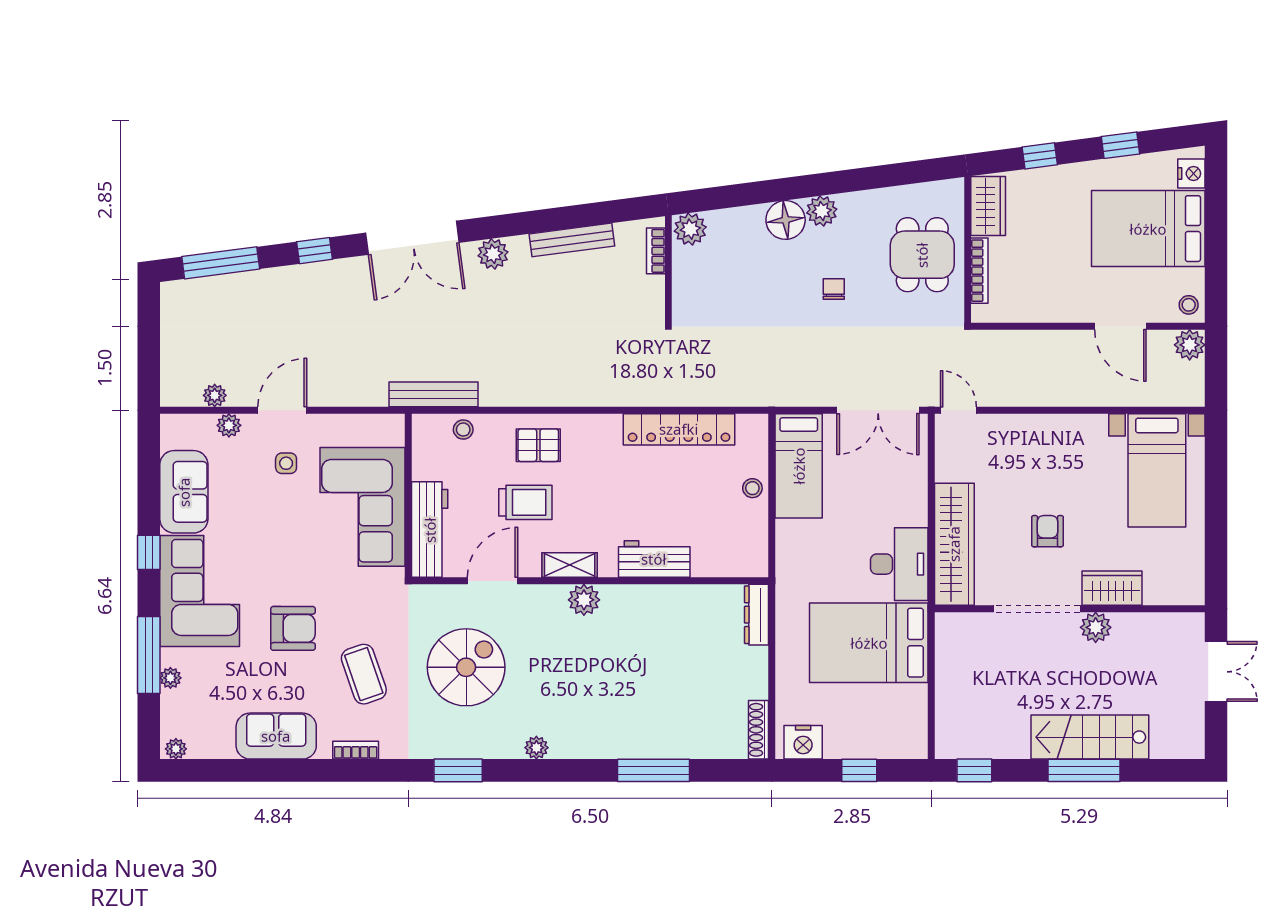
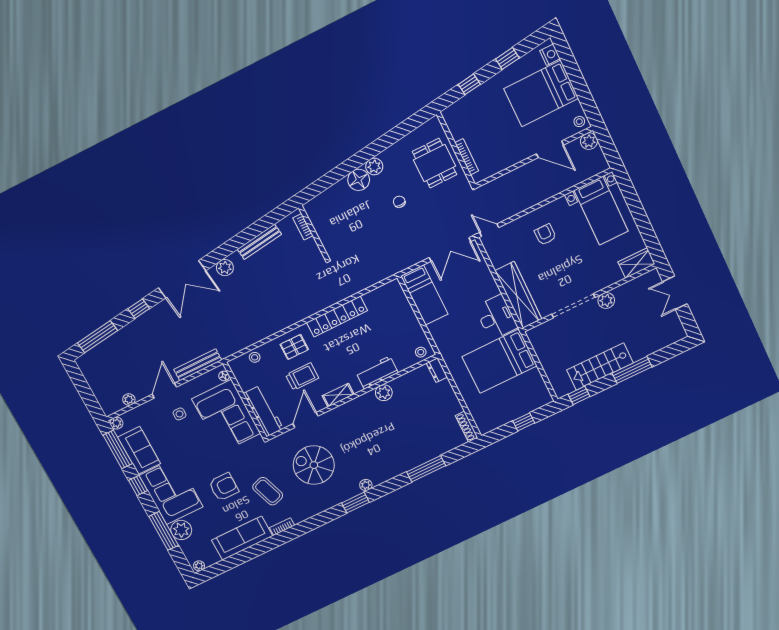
wardrobe: (988, 206) -> (456, 123), removed
plant: (690, 229) -> (314, 208), removed
bench: (434, 394) -> (198, 365), moved
plant: (229, 425) -> (117, 423), moved
locker: (679, 429) -> (337, 317), moved
floor lamp: (395, 436) -> (224, 376), added
window: (149, 472) -> (118, 449), added
stool: (752, 488) -> (421, 352), moved
armchair: (1047, 531) -> (545, 234), moved
wardrobe: (1112, 588) -> (636, 263), moved
plant: (584, 600) -> (384, 393), moved
dresser: (757, 615) -> (437, 370), width x0.70
spiral stairs: (466, 667) -> (314, 465), turned -90
double door: (1216, 672) -> (675, 293), swing flipped
plant: (170, 678) -> (181, 530), width x1.88, depth x1.88
sofa: (276, 736) -> (242, 538), width x1.36
stairs: (1090, 737) -> (600, 367), moved
nightstand: (803, 742) -> (491, 422), removed
window: (458, 770) -> (356, 503), moved

